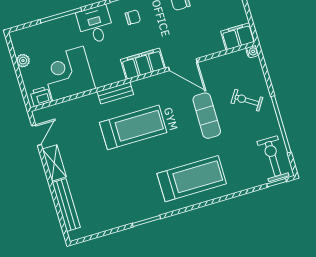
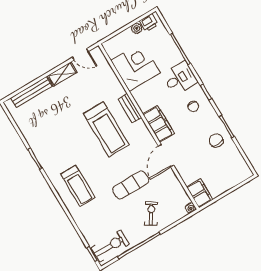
printer: (41, 96) -> (149, 23), moved, turned 90
treadmill: (192, 179) -> (78, 186), width x0.73, depth x0.73

